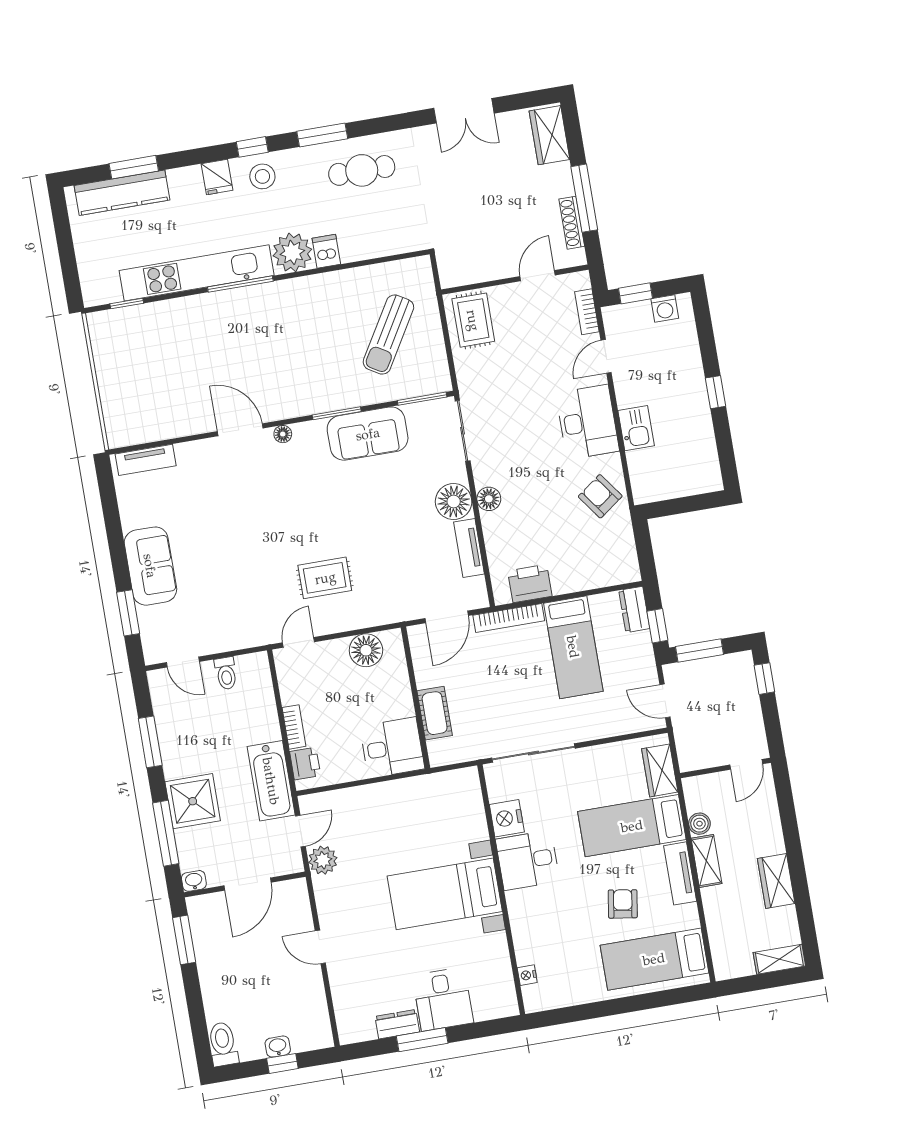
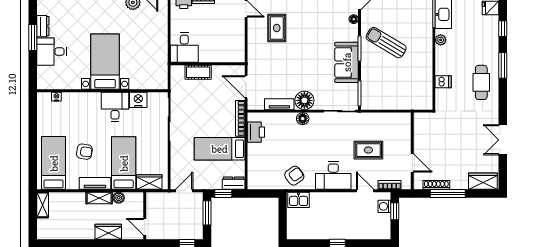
stool: (262, 176) -> (487, 31), removed
dishwasher: (326, 251) -> (443, 82), moved
plant: (292, 252) -> (441, 40), width x0.53, depth x0.53
washing machine: (665, 308) -> (384, 206), moved
rug: (473, 320) -> (368, 150), moved
sun lounger: (388, 335) -> (386, 43), moved
kitchen sink: (636, 428) -> (299, 200), moved
floor lamp: (366, 650) -> (236, 43), removed
wardrobe: (776, 881) -> (108, 232), moved
shelving: (779, 959) -> (43, 205), moved

